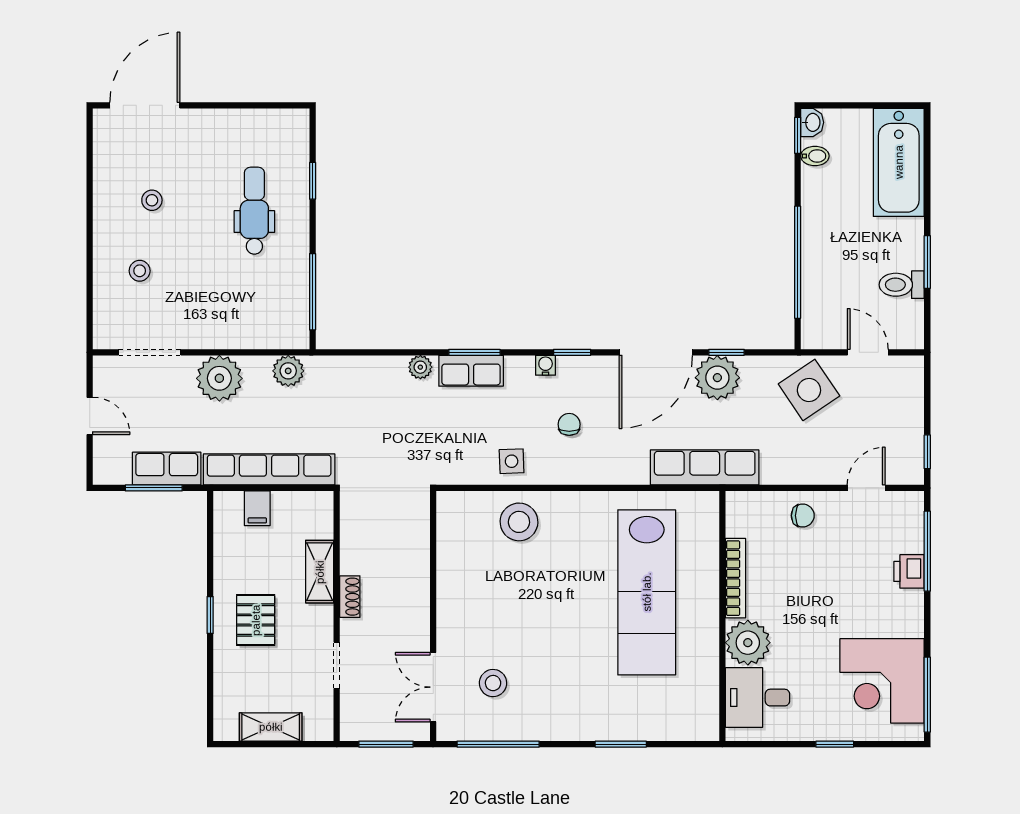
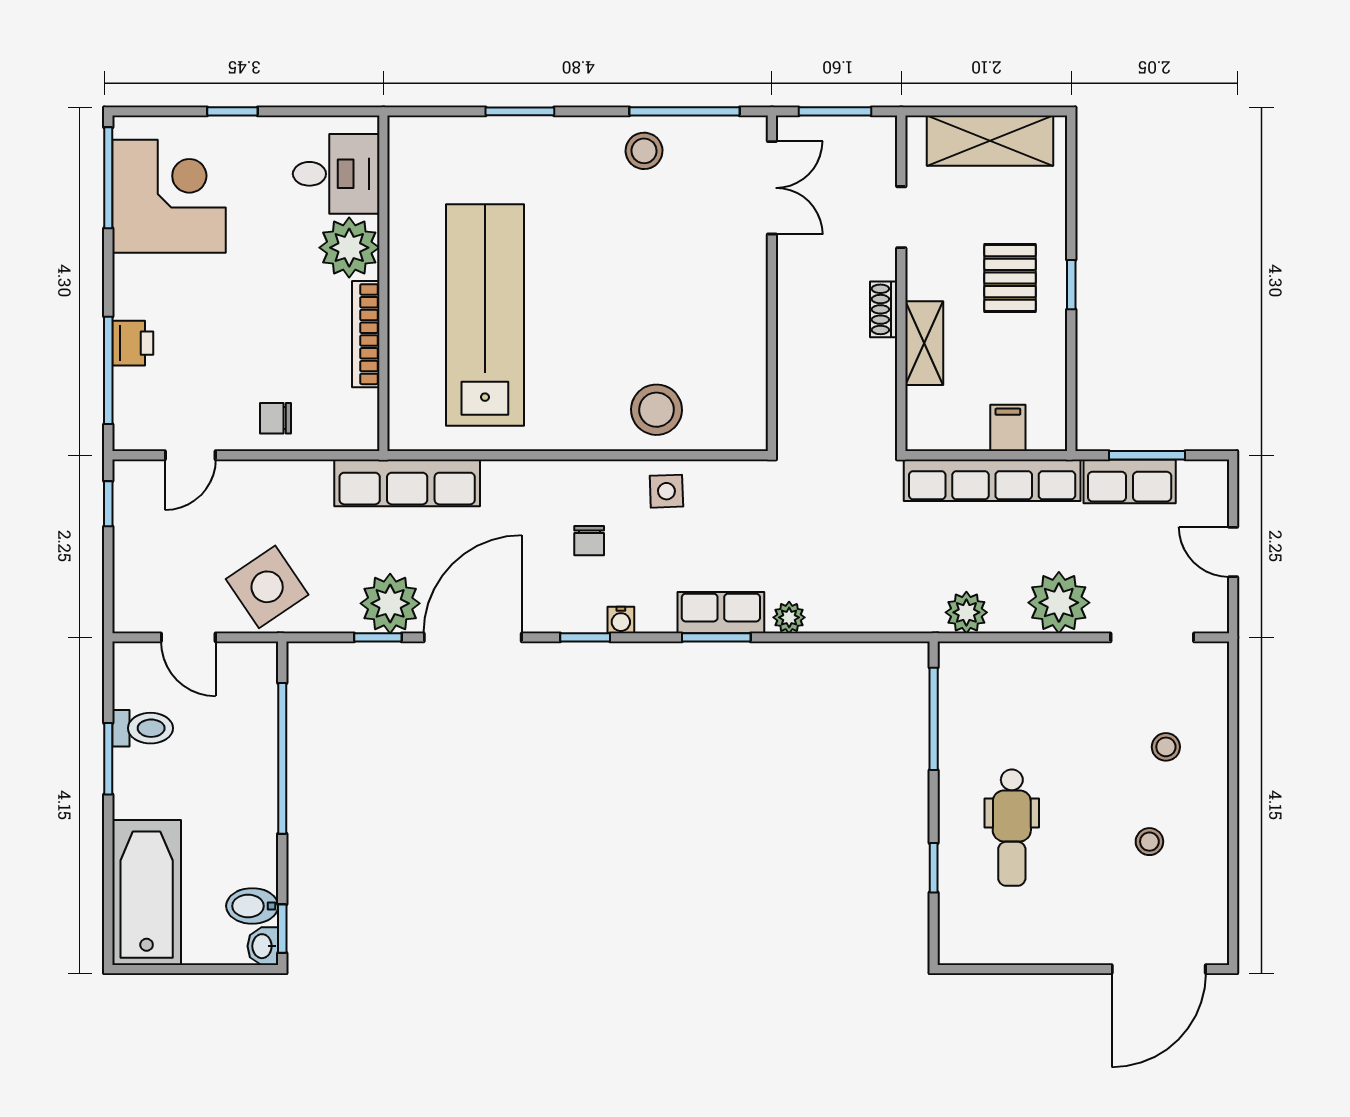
bidet: (815, 156) -> (252, 906), width x1.38, depth x1.36
stool: (493, 683) -> (644, 151), moved
shelving: (271, 727) -> (990, 141), width x1.50, depth x1.33

